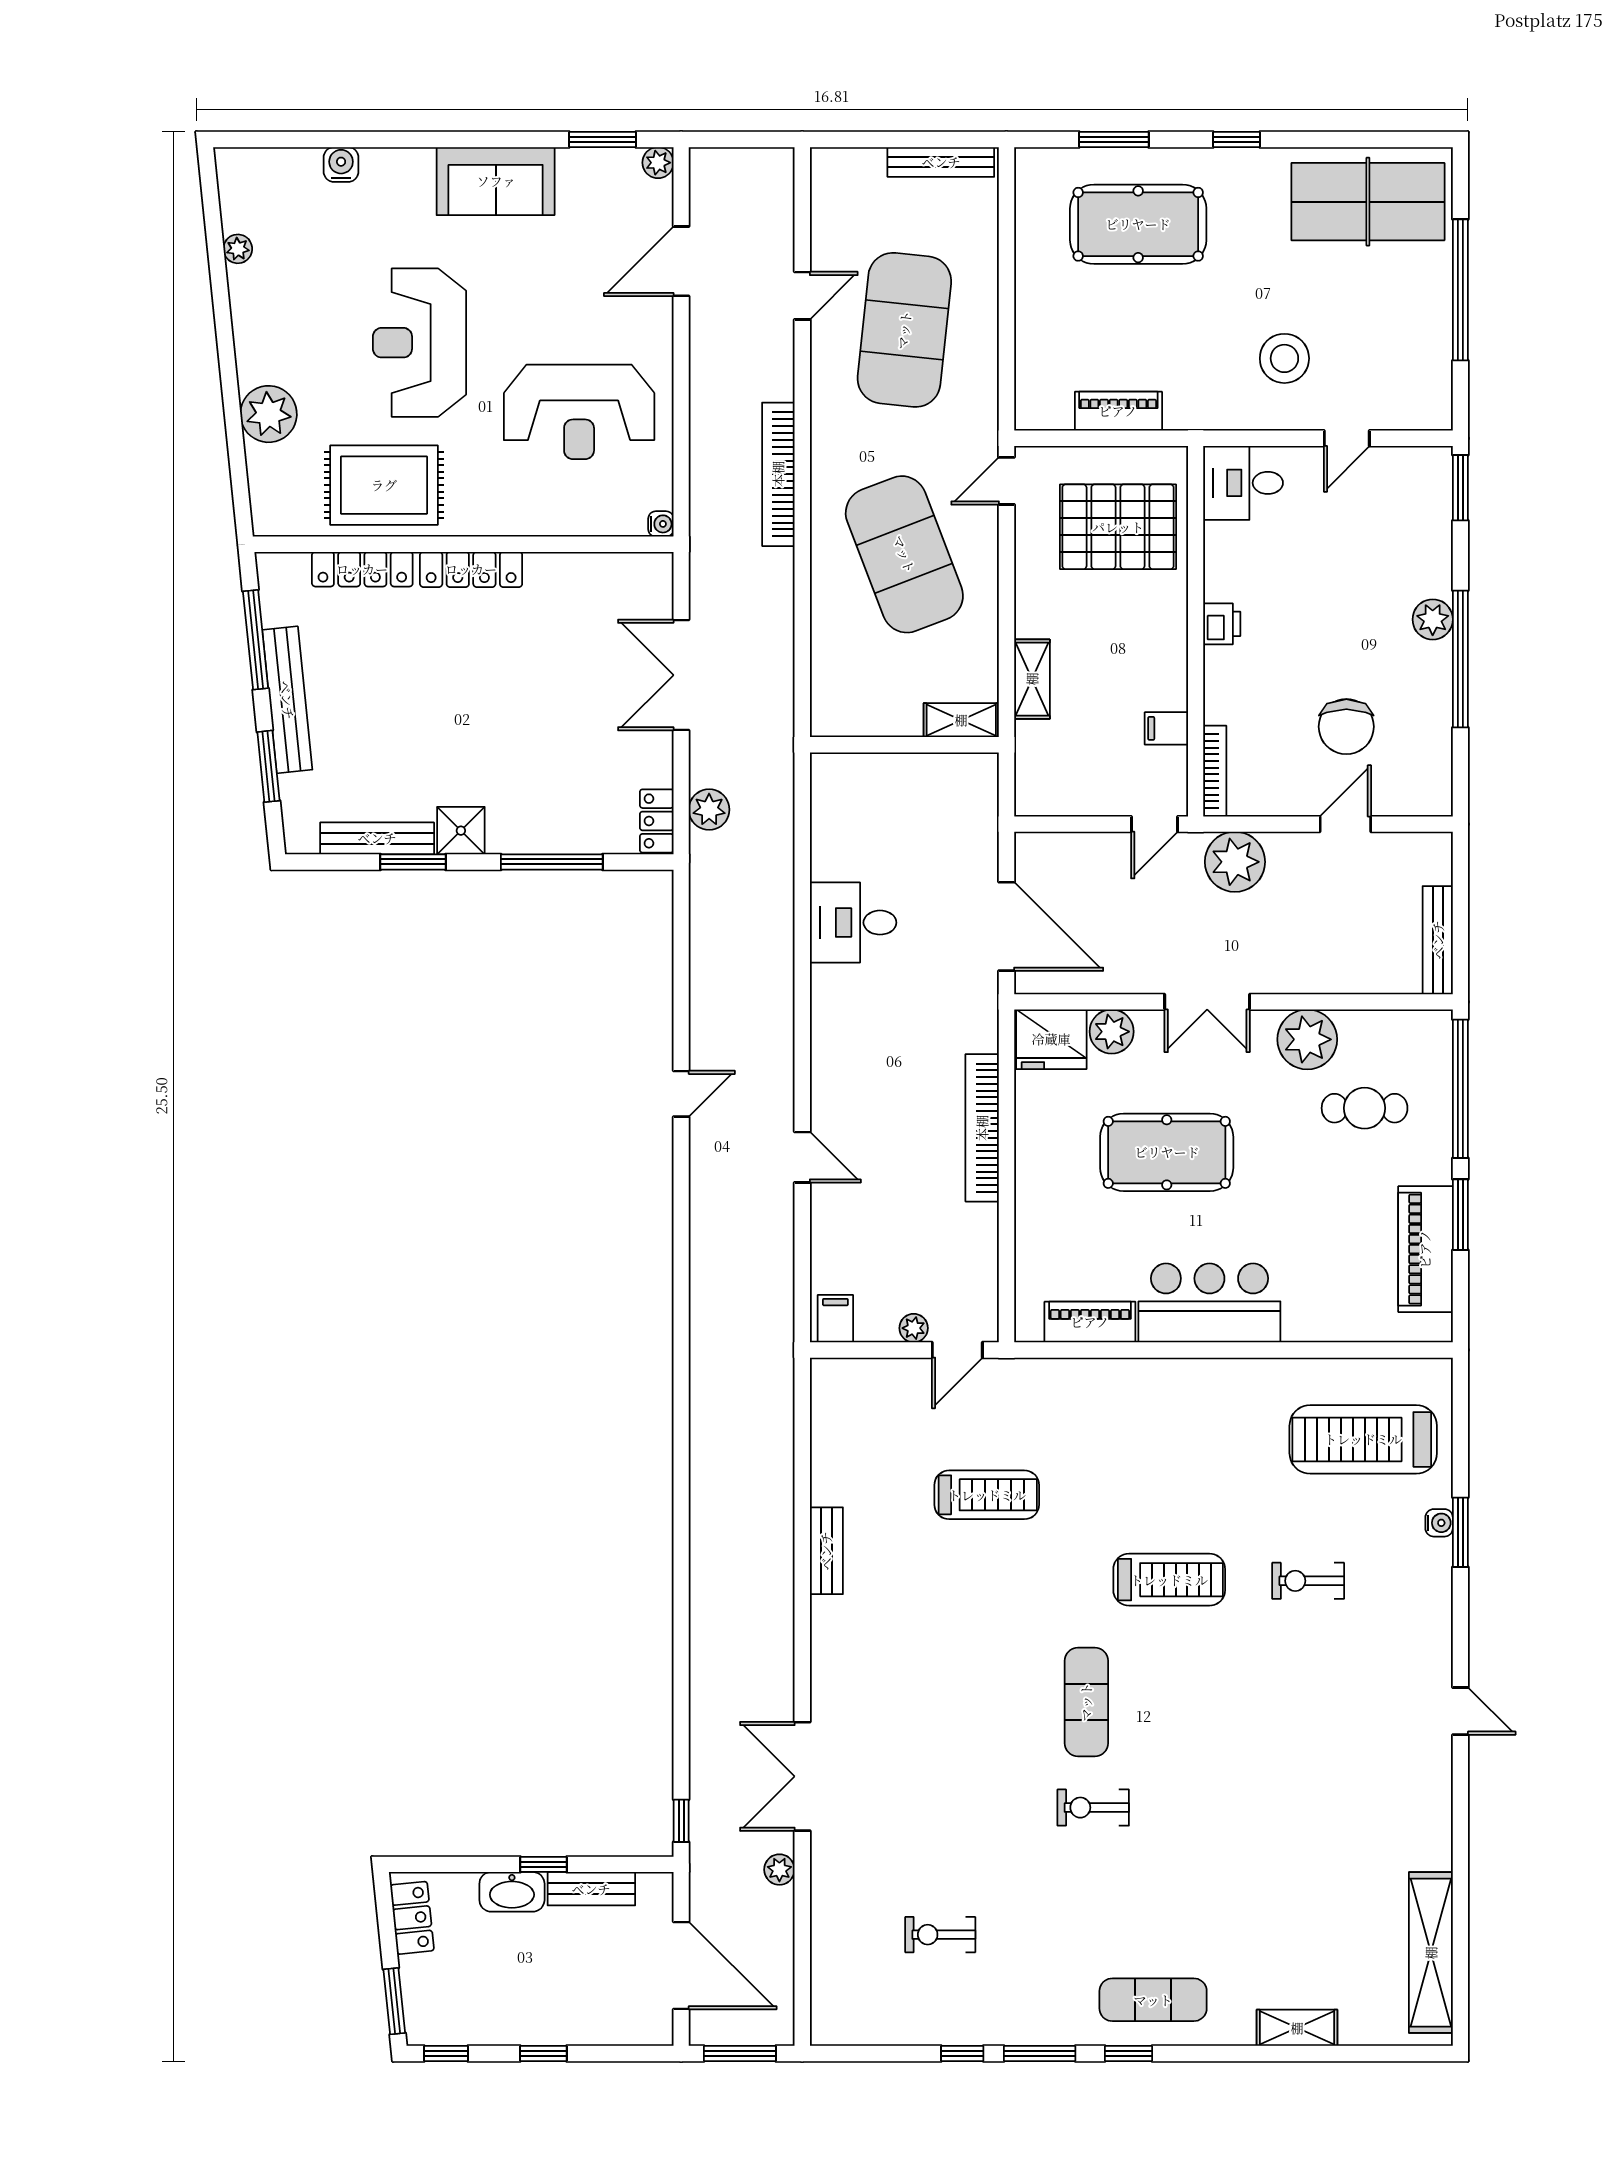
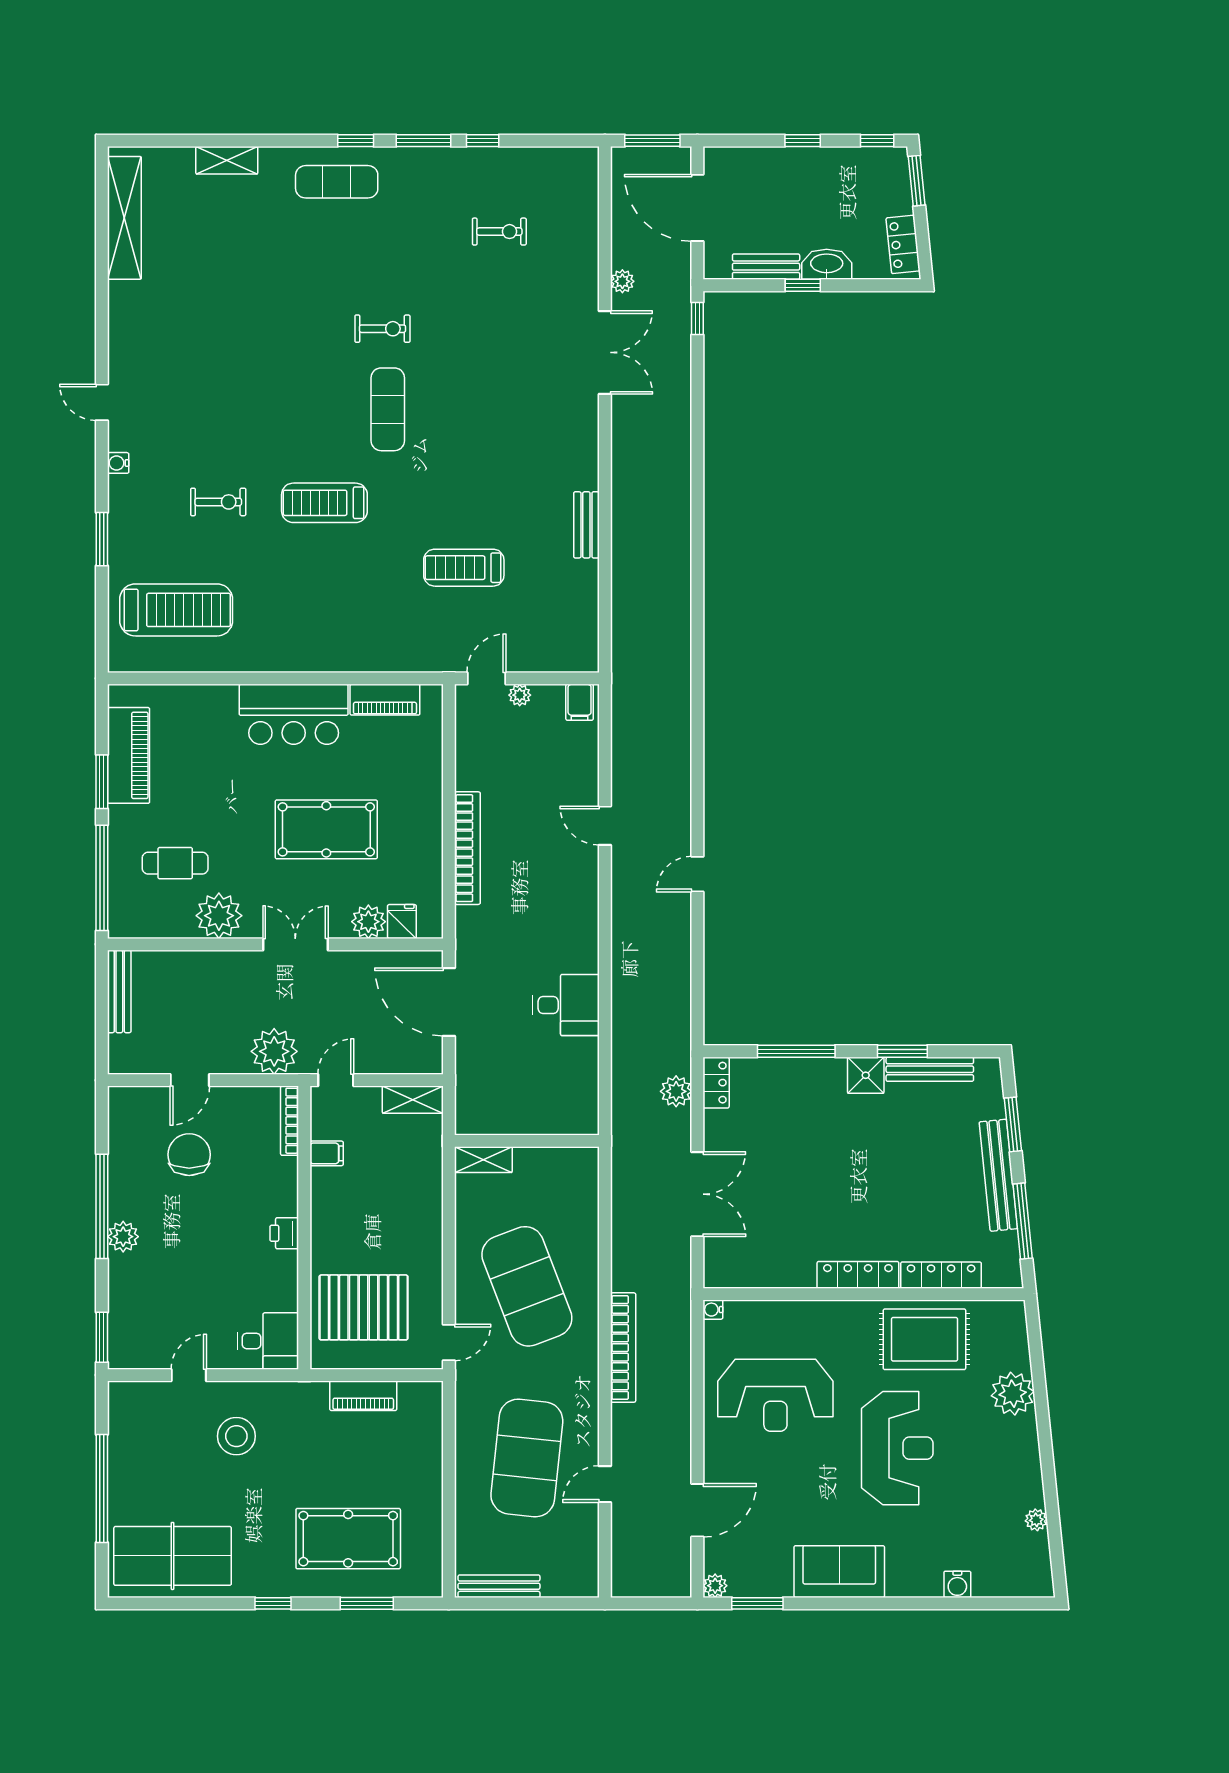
reception desk: (579, 412) -> (775, 1395), turned 180
shelving: (1032, 679) -> (413, 1100), moved, turned 90
fridge: (1051, 1039) -> (402, 921), width x0.53, depth x0.75
water cooler: (1439, 1523) -> (118, 463), moved

